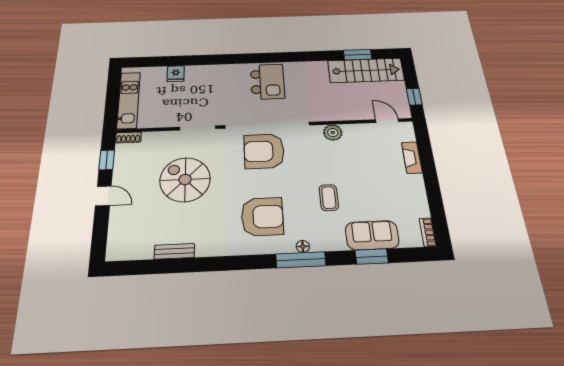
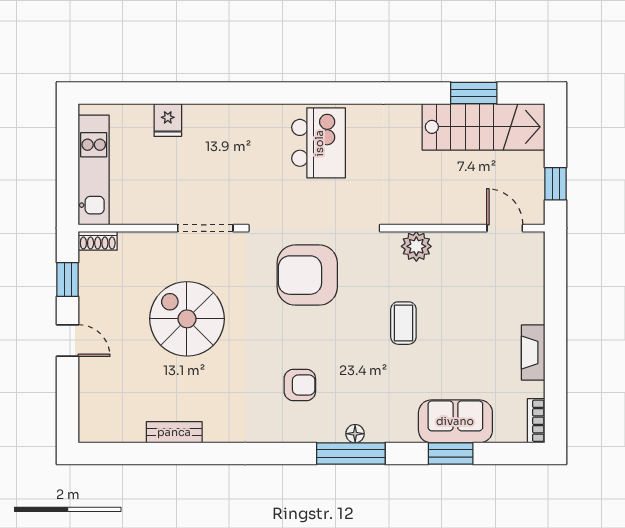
fireplace: (412, 158) -> (533, 352), moved
coffee table: (329, 198) -> (403, 323), moved
armchair: (262, 217) -> (300, 385), width x0.53, depth x0.53

